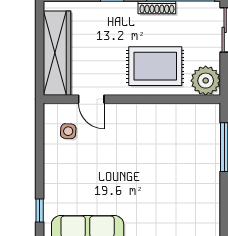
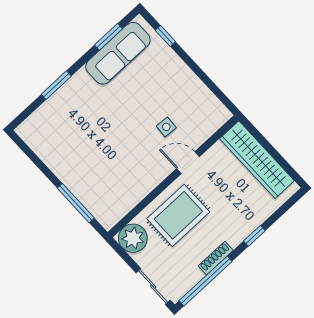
door: (91, 99) -> (188, 163), moved
side table: (68, 131) -> (166, 127), moved

